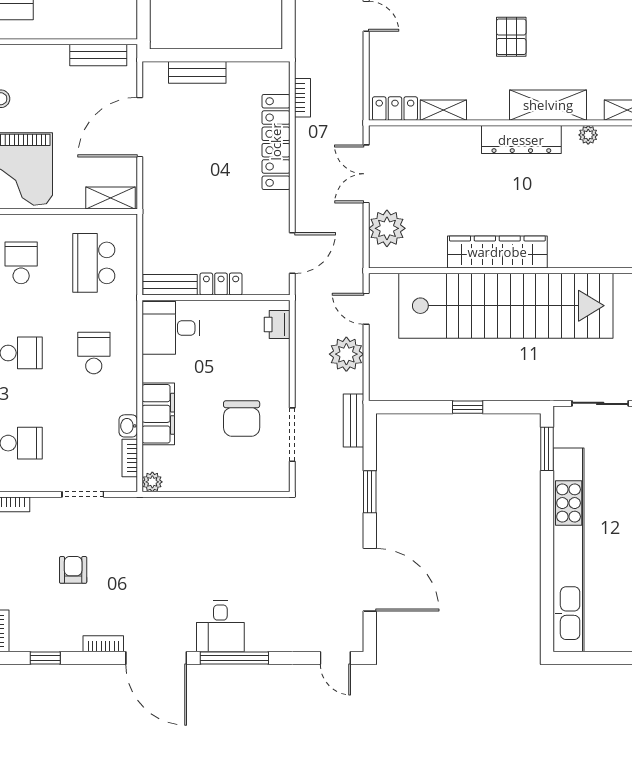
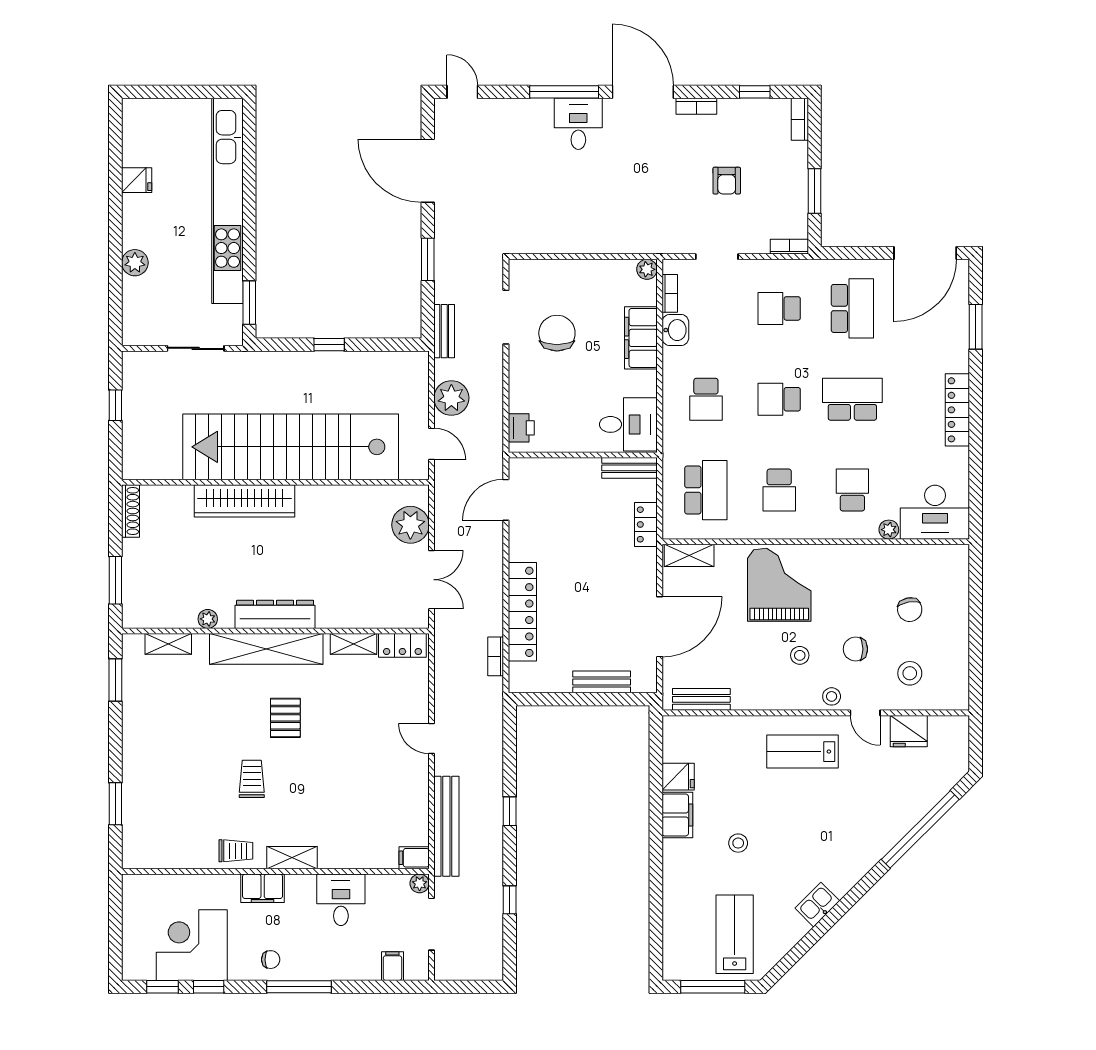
shelving: (548, 105) -> (266, 649), width x1.47
wardrobe: (497, 252) -> (245, 501), moved
locker: (221, 284) -> (646, 524), moved, turned 90
washbasin: (128, 426) -> (675, 330), width x1.38, depth x1.45

